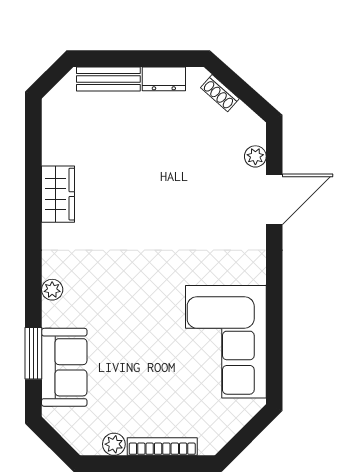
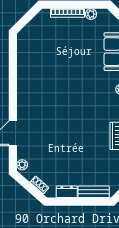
plant: (255, 156) -> (22, 165), moved
corner sofa: (226, 342) -> (37, 64), removed

